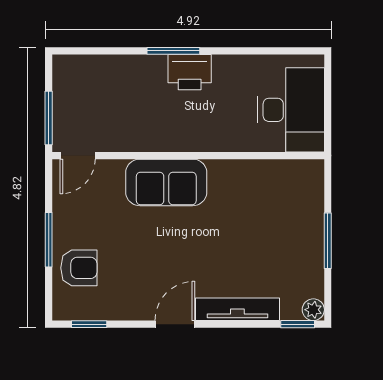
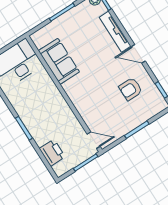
printer: (190, 72) -> (52, 153), moved
sofa: (166, 182) -> (59, 61), moved
armchair: (79, 268) -> (131, 89), moved, turned -90

